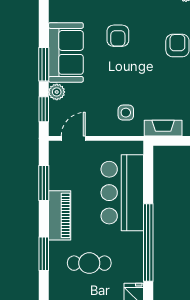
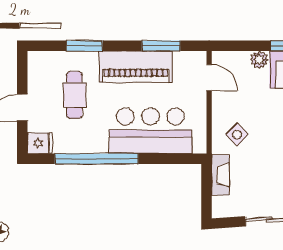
window: (44, 109) -> (241, 46), removed
side table: (126, 113) -> (237, 134), turned 45
piano: (60, 215) -> (136, 67), width x1.37, depth x1.33

